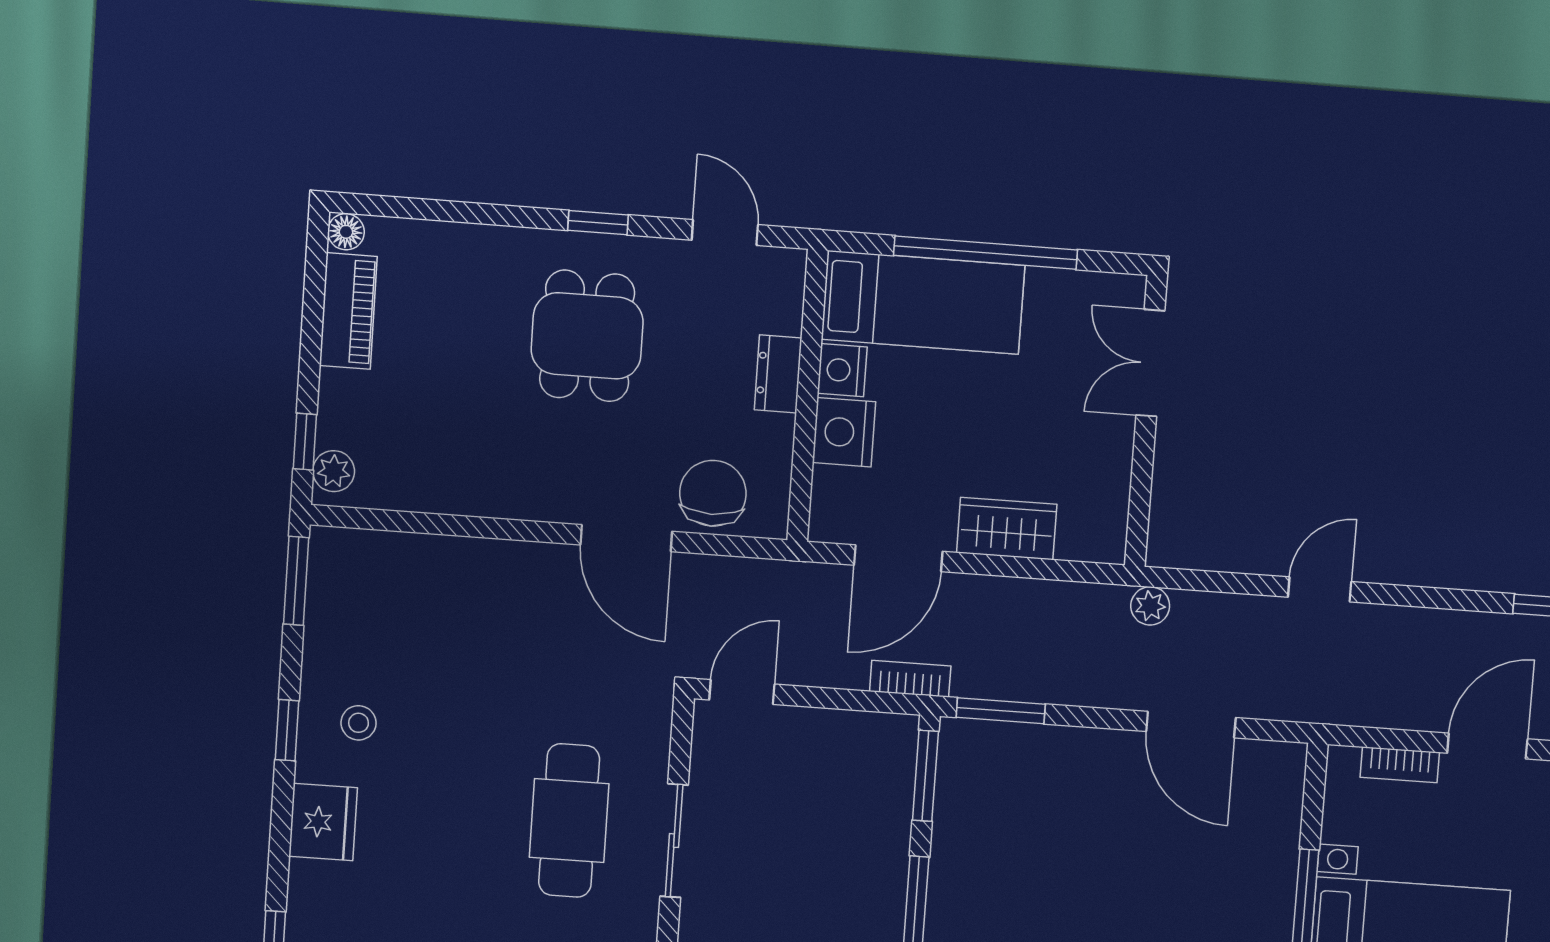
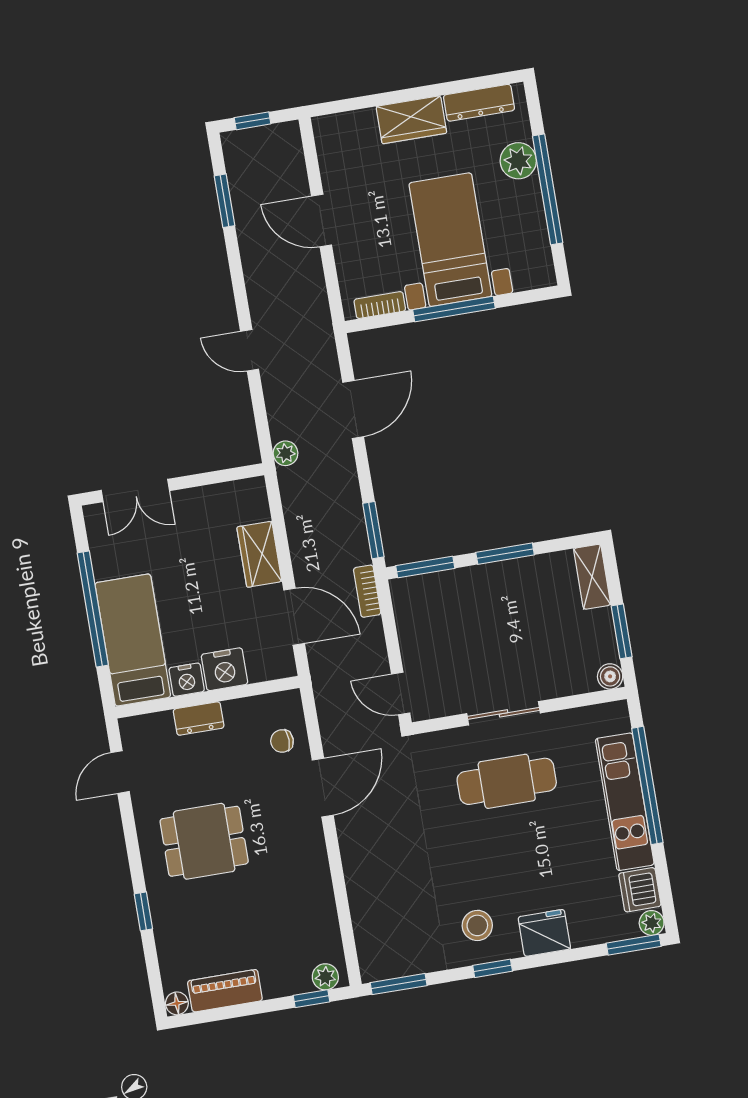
window: (598, 223) -> (143, 911), moved
chair: (713, 493) -> (282, 741), width x0.54, depth x0.54
stool: (359, 723) -> (477, 925), width x1.37, depth x1.37
bookcase: (1400, 765) -> (380, 305), moved, turned -90

